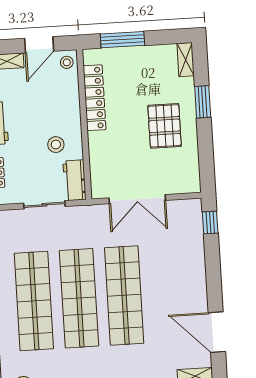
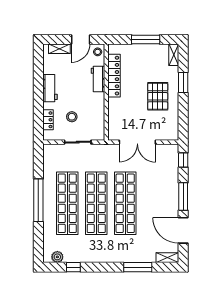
window: (122, 40) -> (146, 40), moved
stool: (56, 145) -> (72, 117), moved
workbench: (74, 180) -> (98, 79), moved
window: (214, 279) -> (183, 196), added

